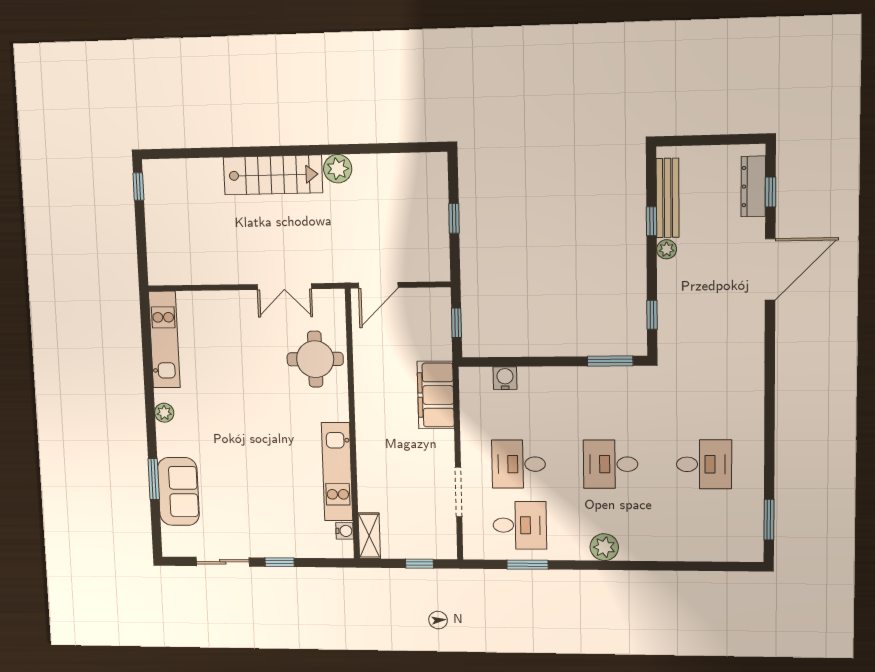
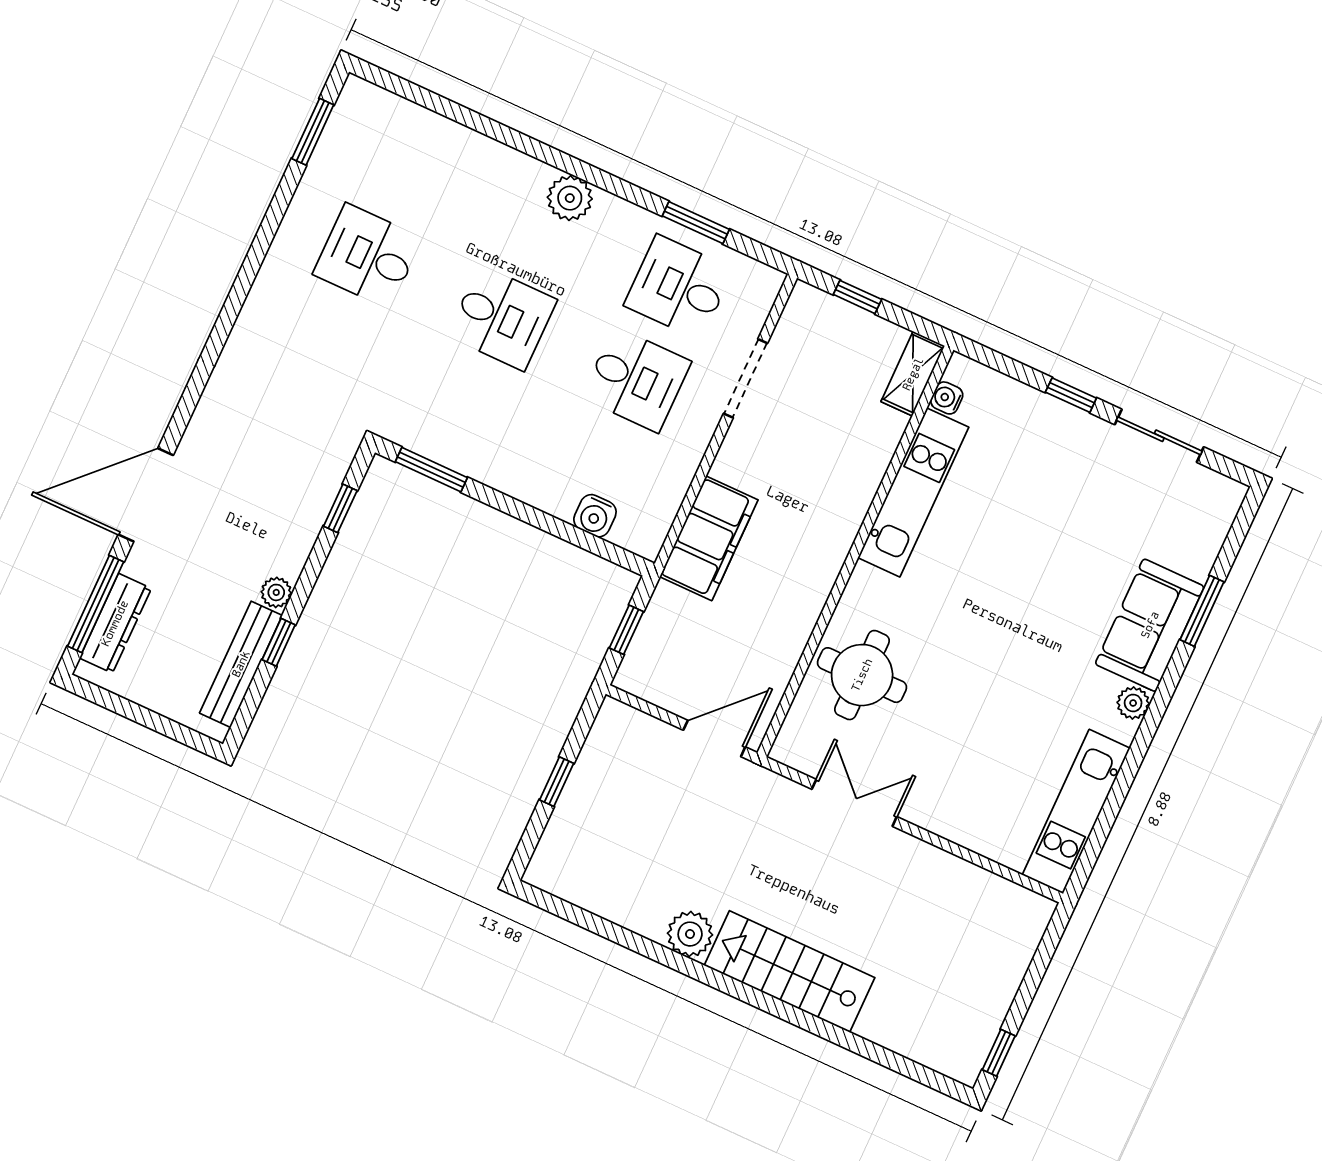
window: (770, 192) -> (96, 604), width x2.17
sofa: (178, 491) -> (1150, 625), moved

